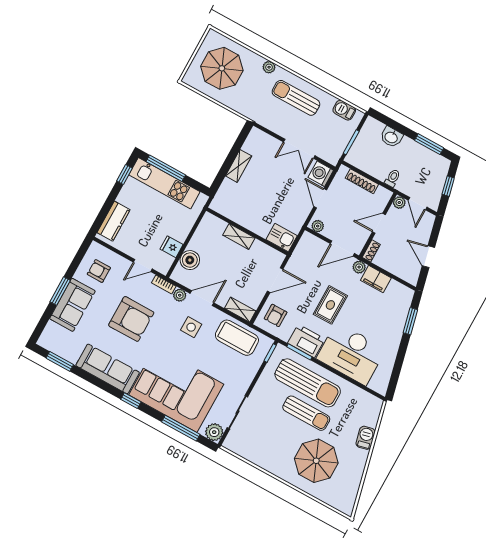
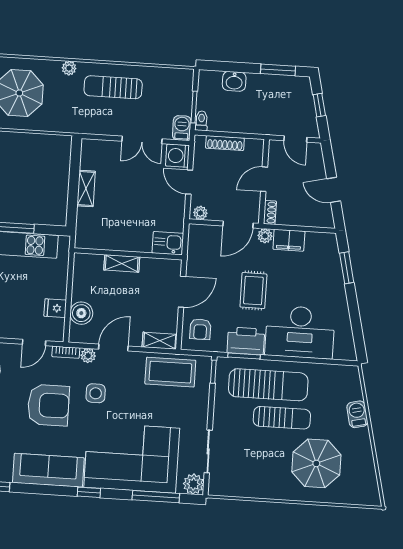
barbecue: (344, 110) -> (182, 128), moved, turned 90
toilet: (393, 178) -> (201, 121), moved
plant: (399, 203) -> (275, 147), removed
side table: (191, 327) -> (96, 393), moved

